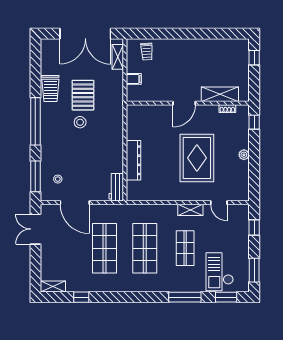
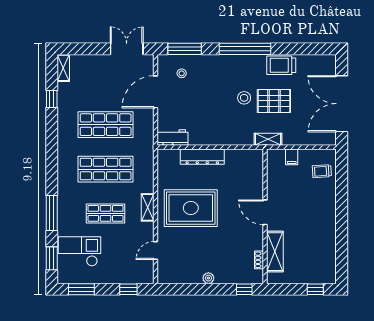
shelving: (118, 57) -> (268, 139), moved
rug: (197, 158) -> (191, 208), moved
shelving: (190, 210) -> (148, 207), moved

